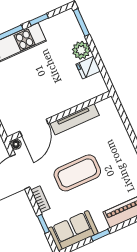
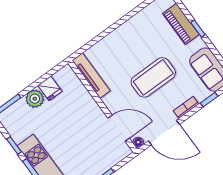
tv unit: (75, 119) -> (91, 76), moved
coffee table: (77, 173) -> (153, 77), turned 90
window: (100, 235) -> (198, 29), moved

